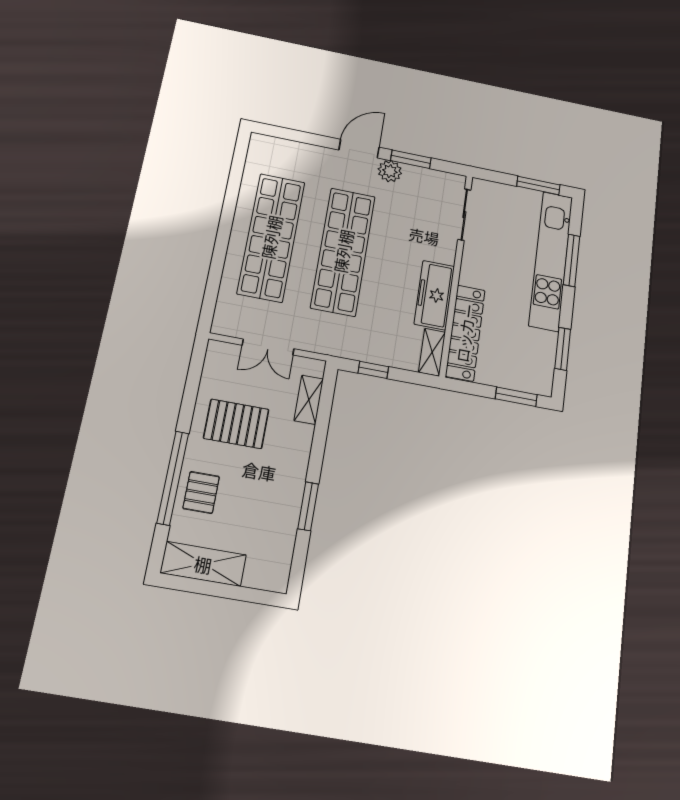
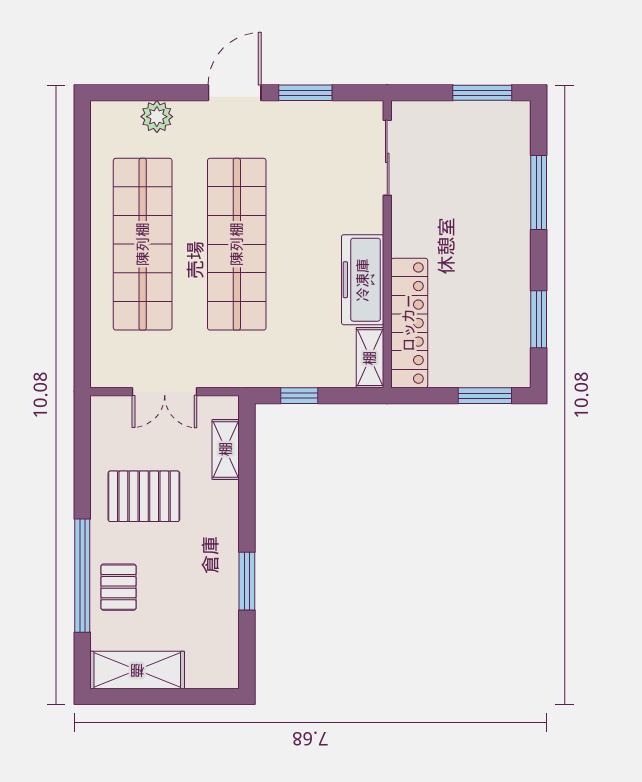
plant: (390, 171) -> (157, 117), moved
kitchen unit: (551, 261) -> (511, 199), removed

